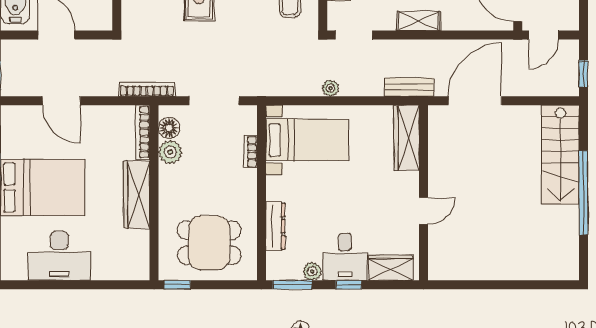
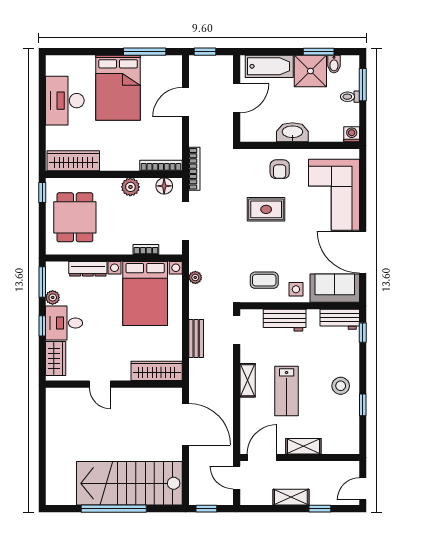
bench: (409, 87) -> (196, 339), moved
plant: (330, 88) -> (195, 277), moved
bed with nightstands: (307, 140) -> (145, 293), width x1.36
plant: (170, 152) -> (130, 187), moved
stairs: (560, 155) -> (129, 483), width x1.36, depth x1.51
wardrobe: (137, 195) -> (73, 161), moved

